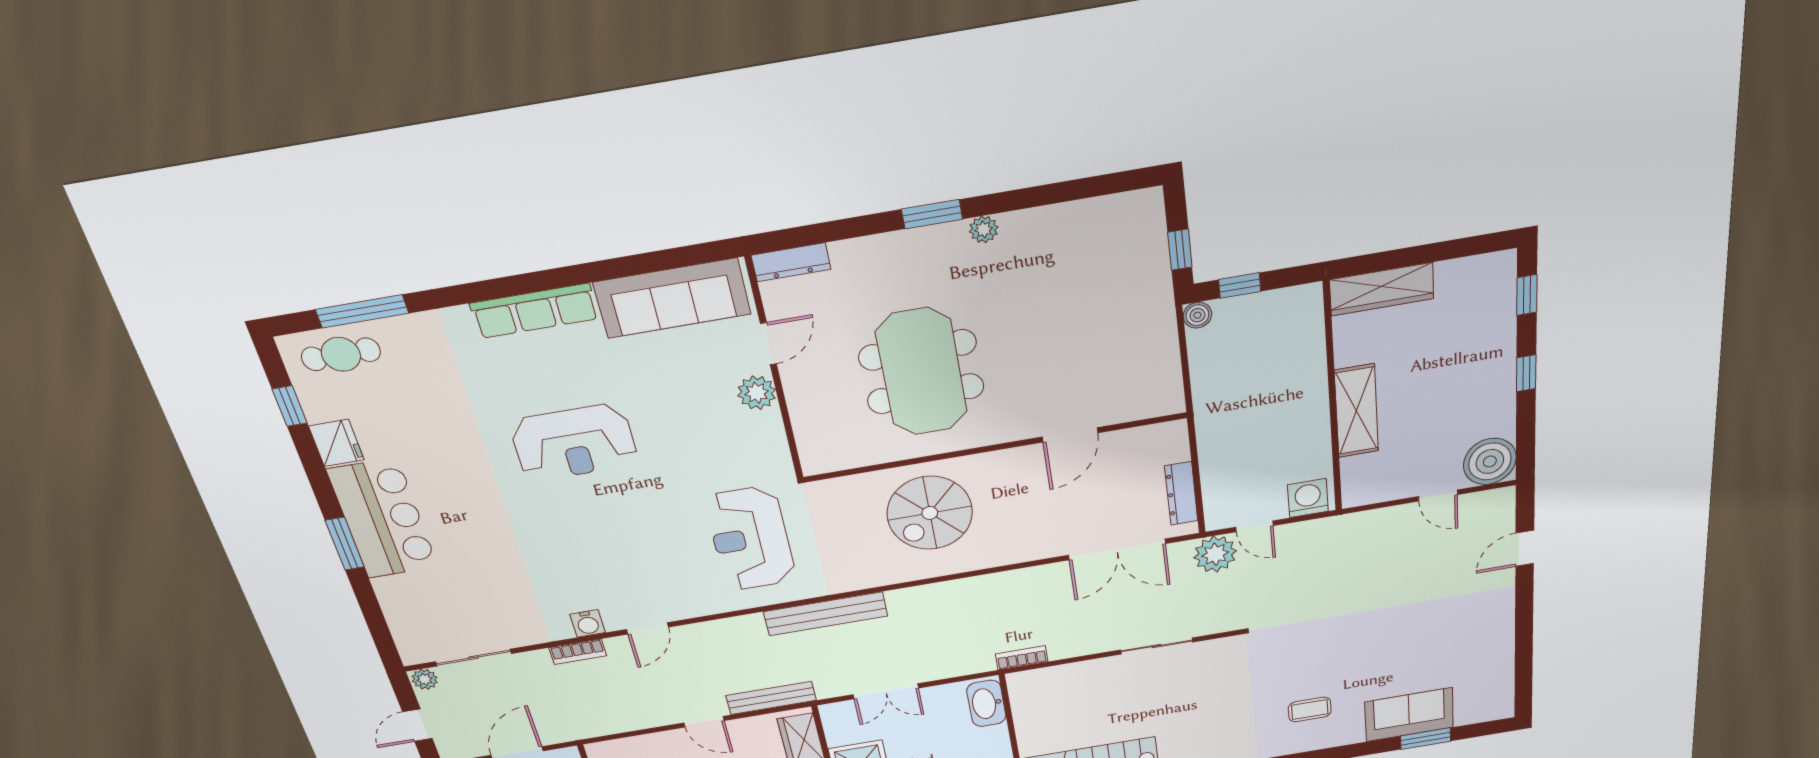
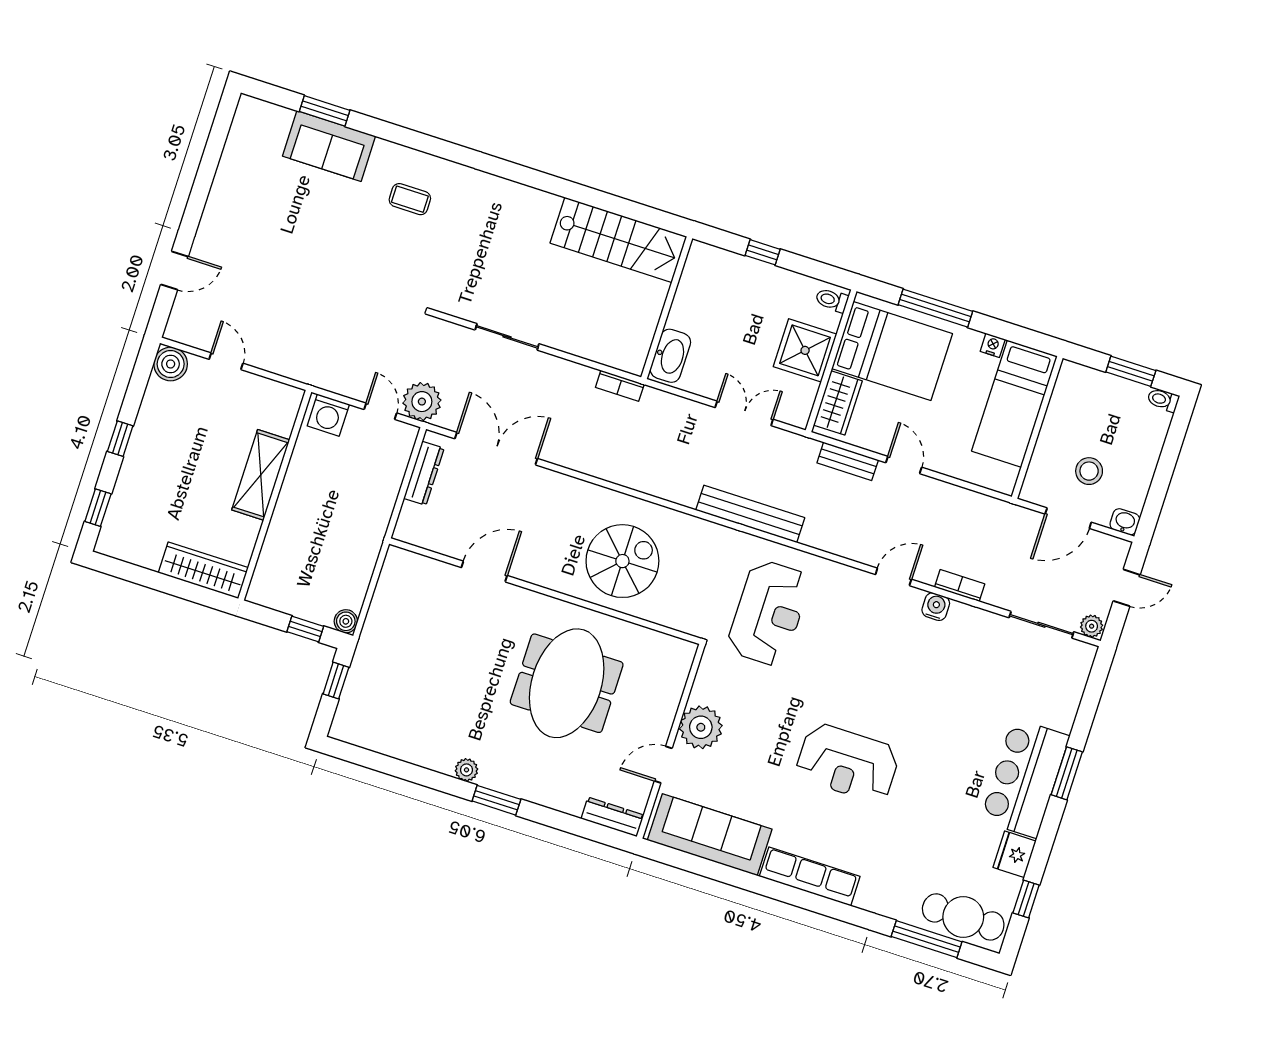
cafe table: (341, 354) -> (963, 917), width x1.37, depth x1.35
plant: (757, 393) -> (701, 727), width x1.36, depth x1.36
reception desk: (574, 442) -> (848, 763), turned 180
boiler: (1490, 461) -> (171, 364), width x0.73, depth x0.73
bench: (771, 698) -> (848, 461), width x0.73

